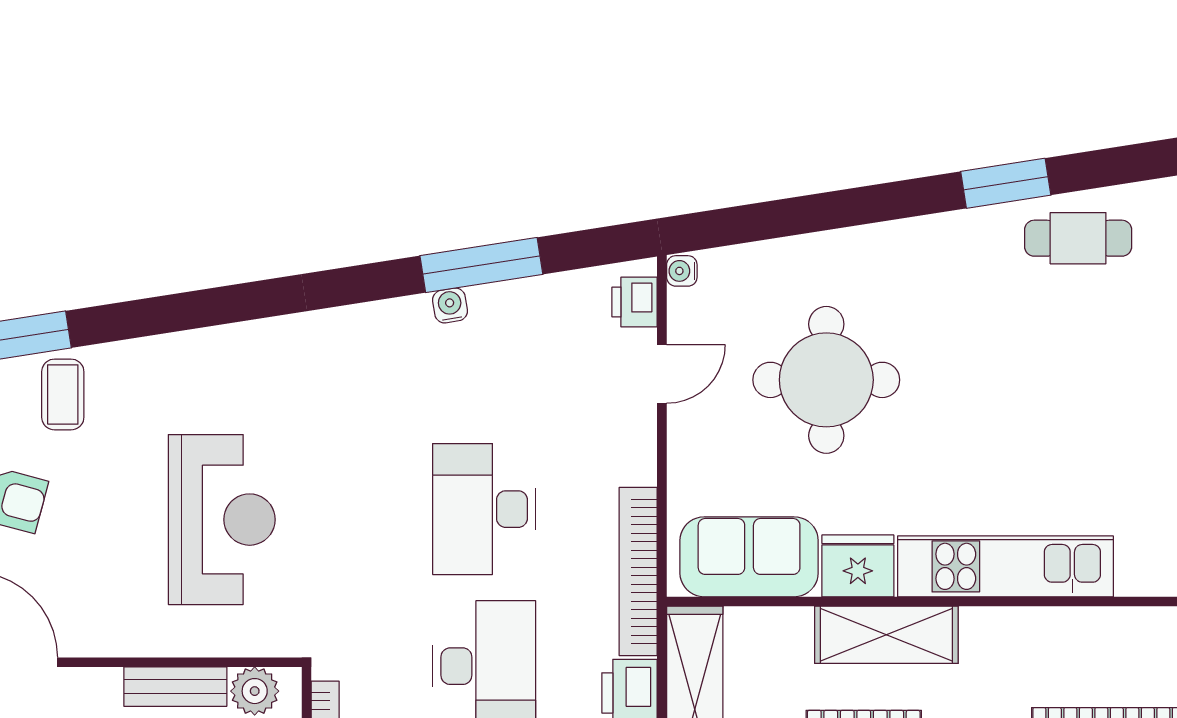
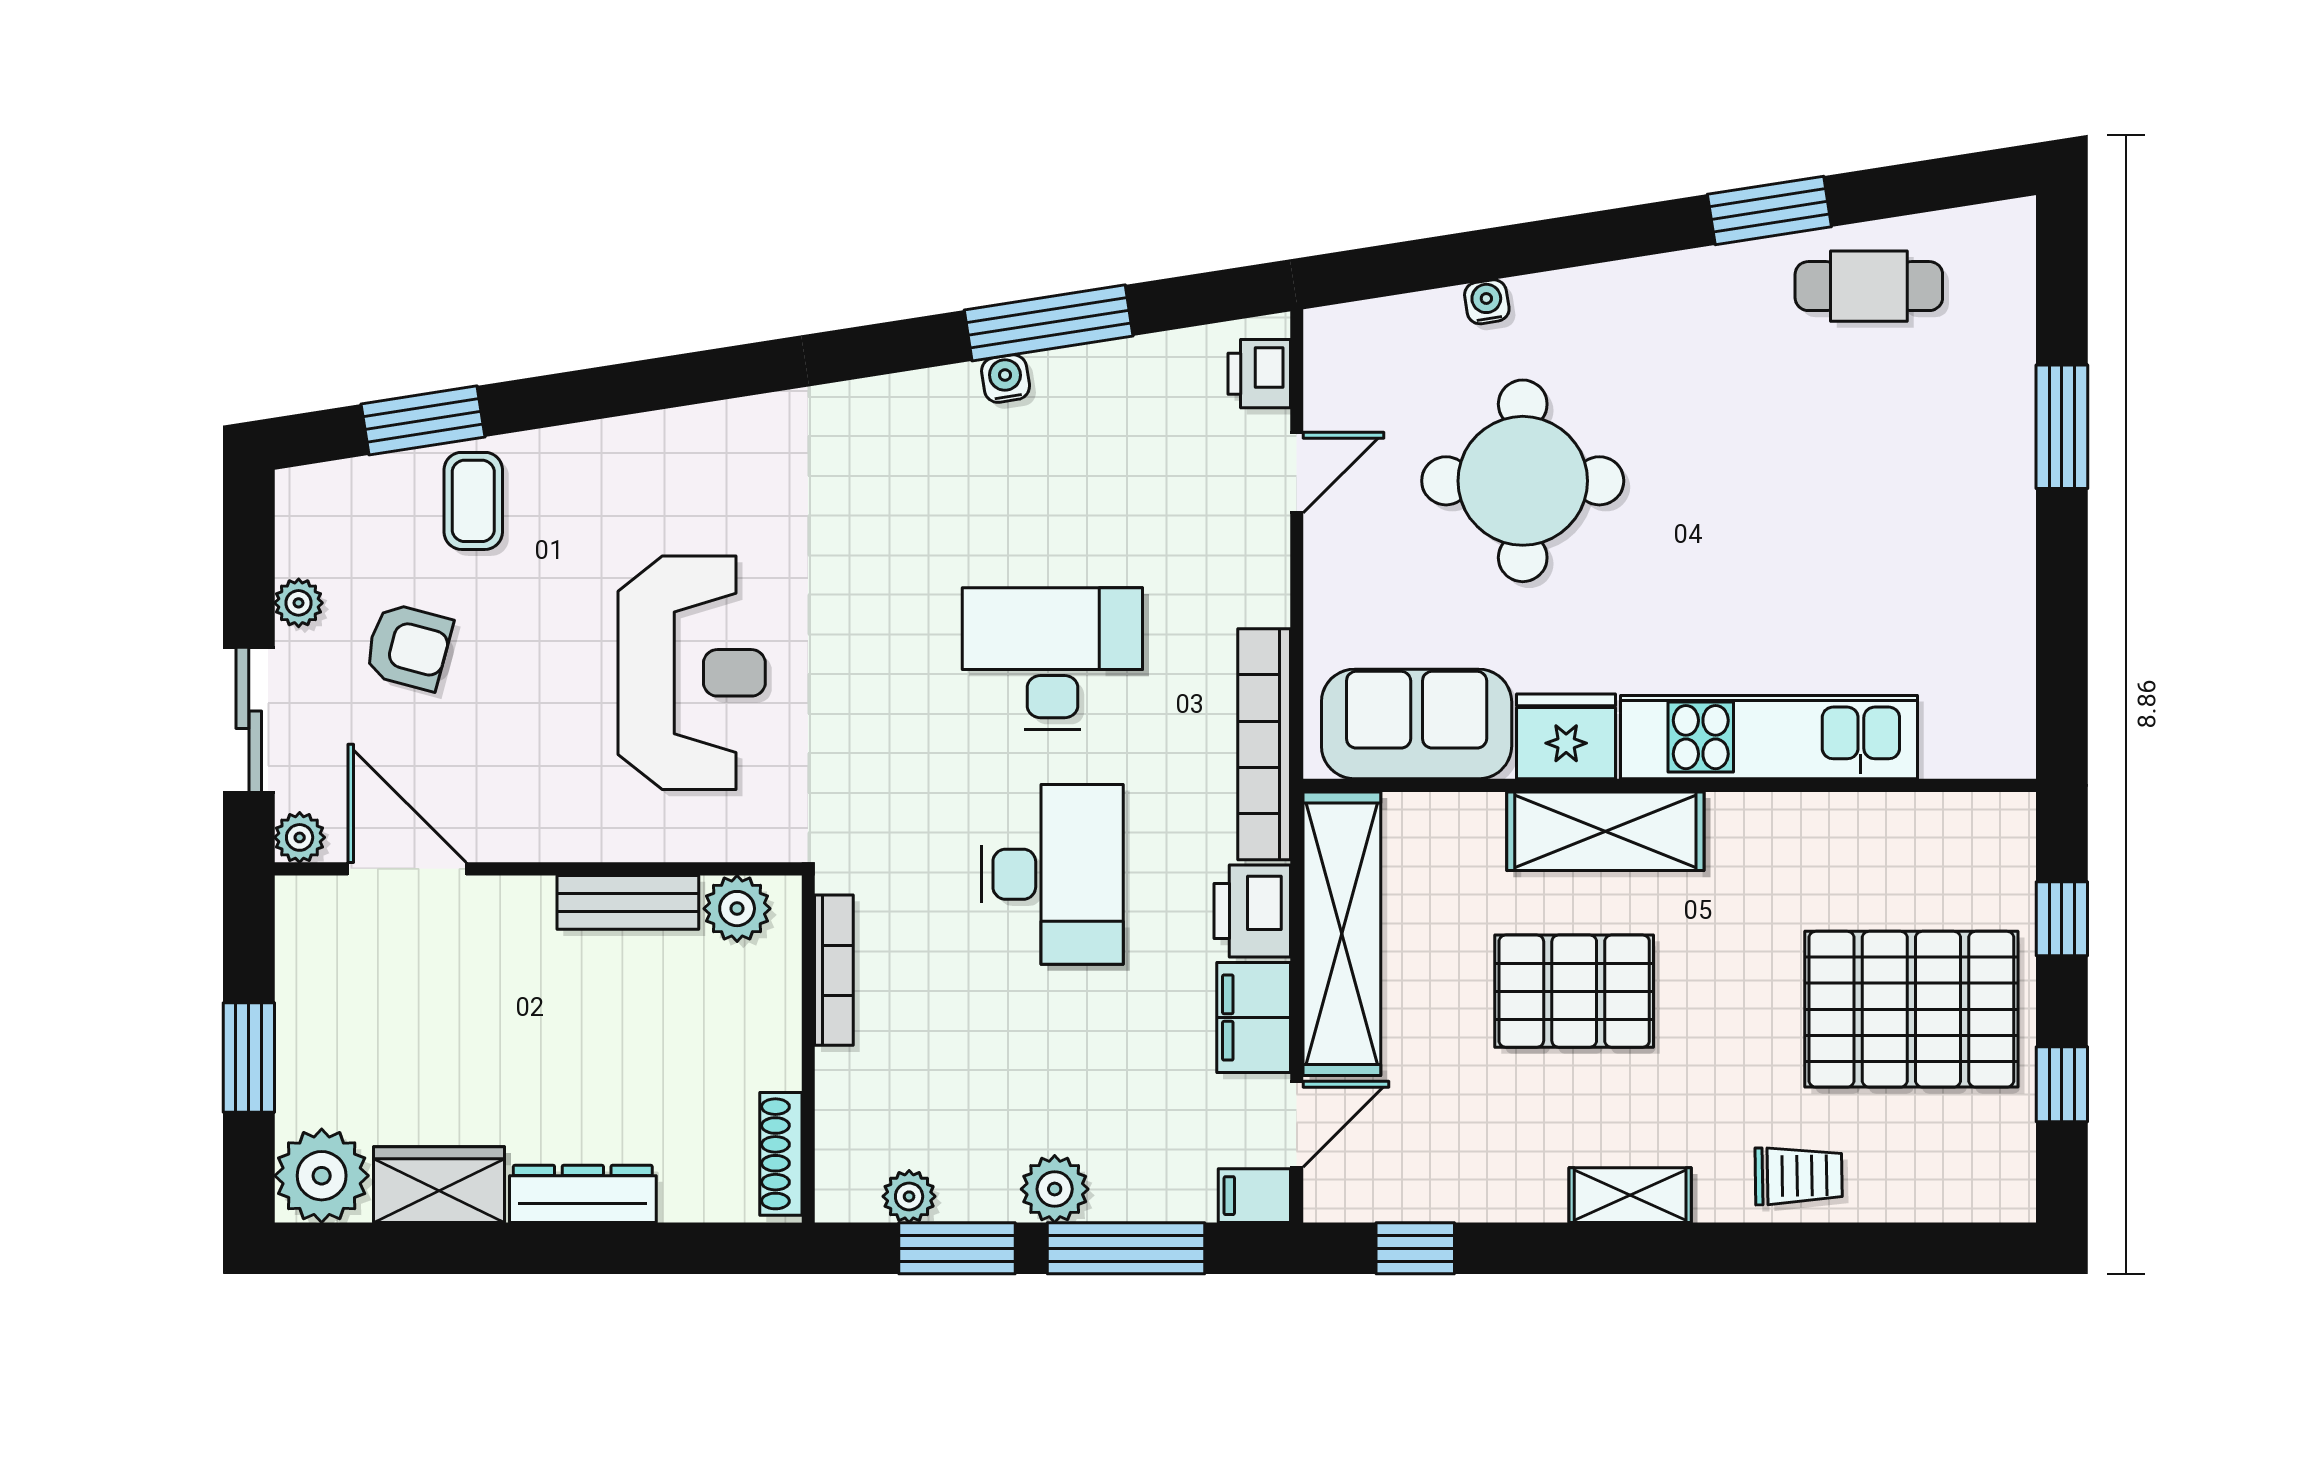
water cooler: (682, 271) -> (1487, 302), moved, turned 81
desk: (484, 509) -> (1052, 658), turned 90

